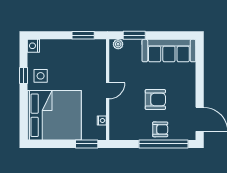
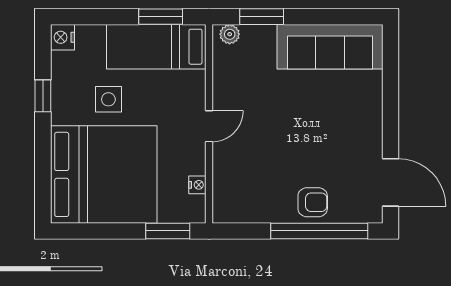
bed: (81, 51) -> (156, 47), added
side table: (41, 76) -> (108, 99), moved
armchair: (155, 99) -> (303, 143), removed

